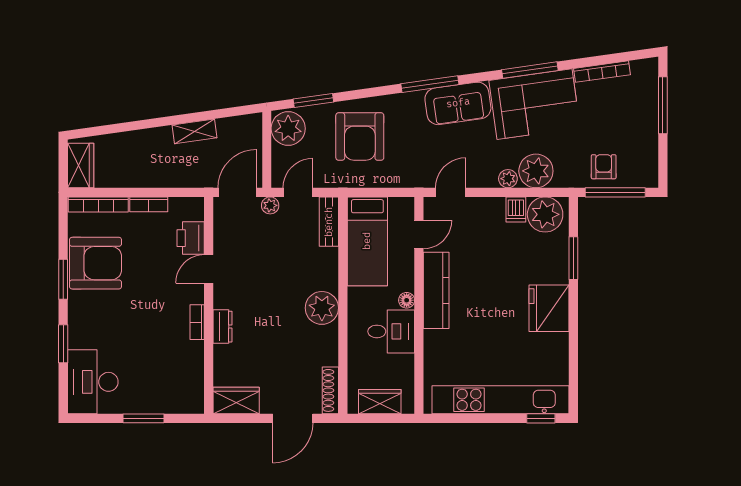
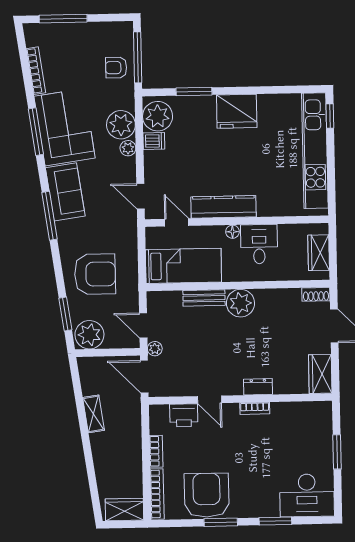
bench: (329, 222) -> (204, 298), moved
shoe rack: (330, 390) -> (316, 294), width x0.70

